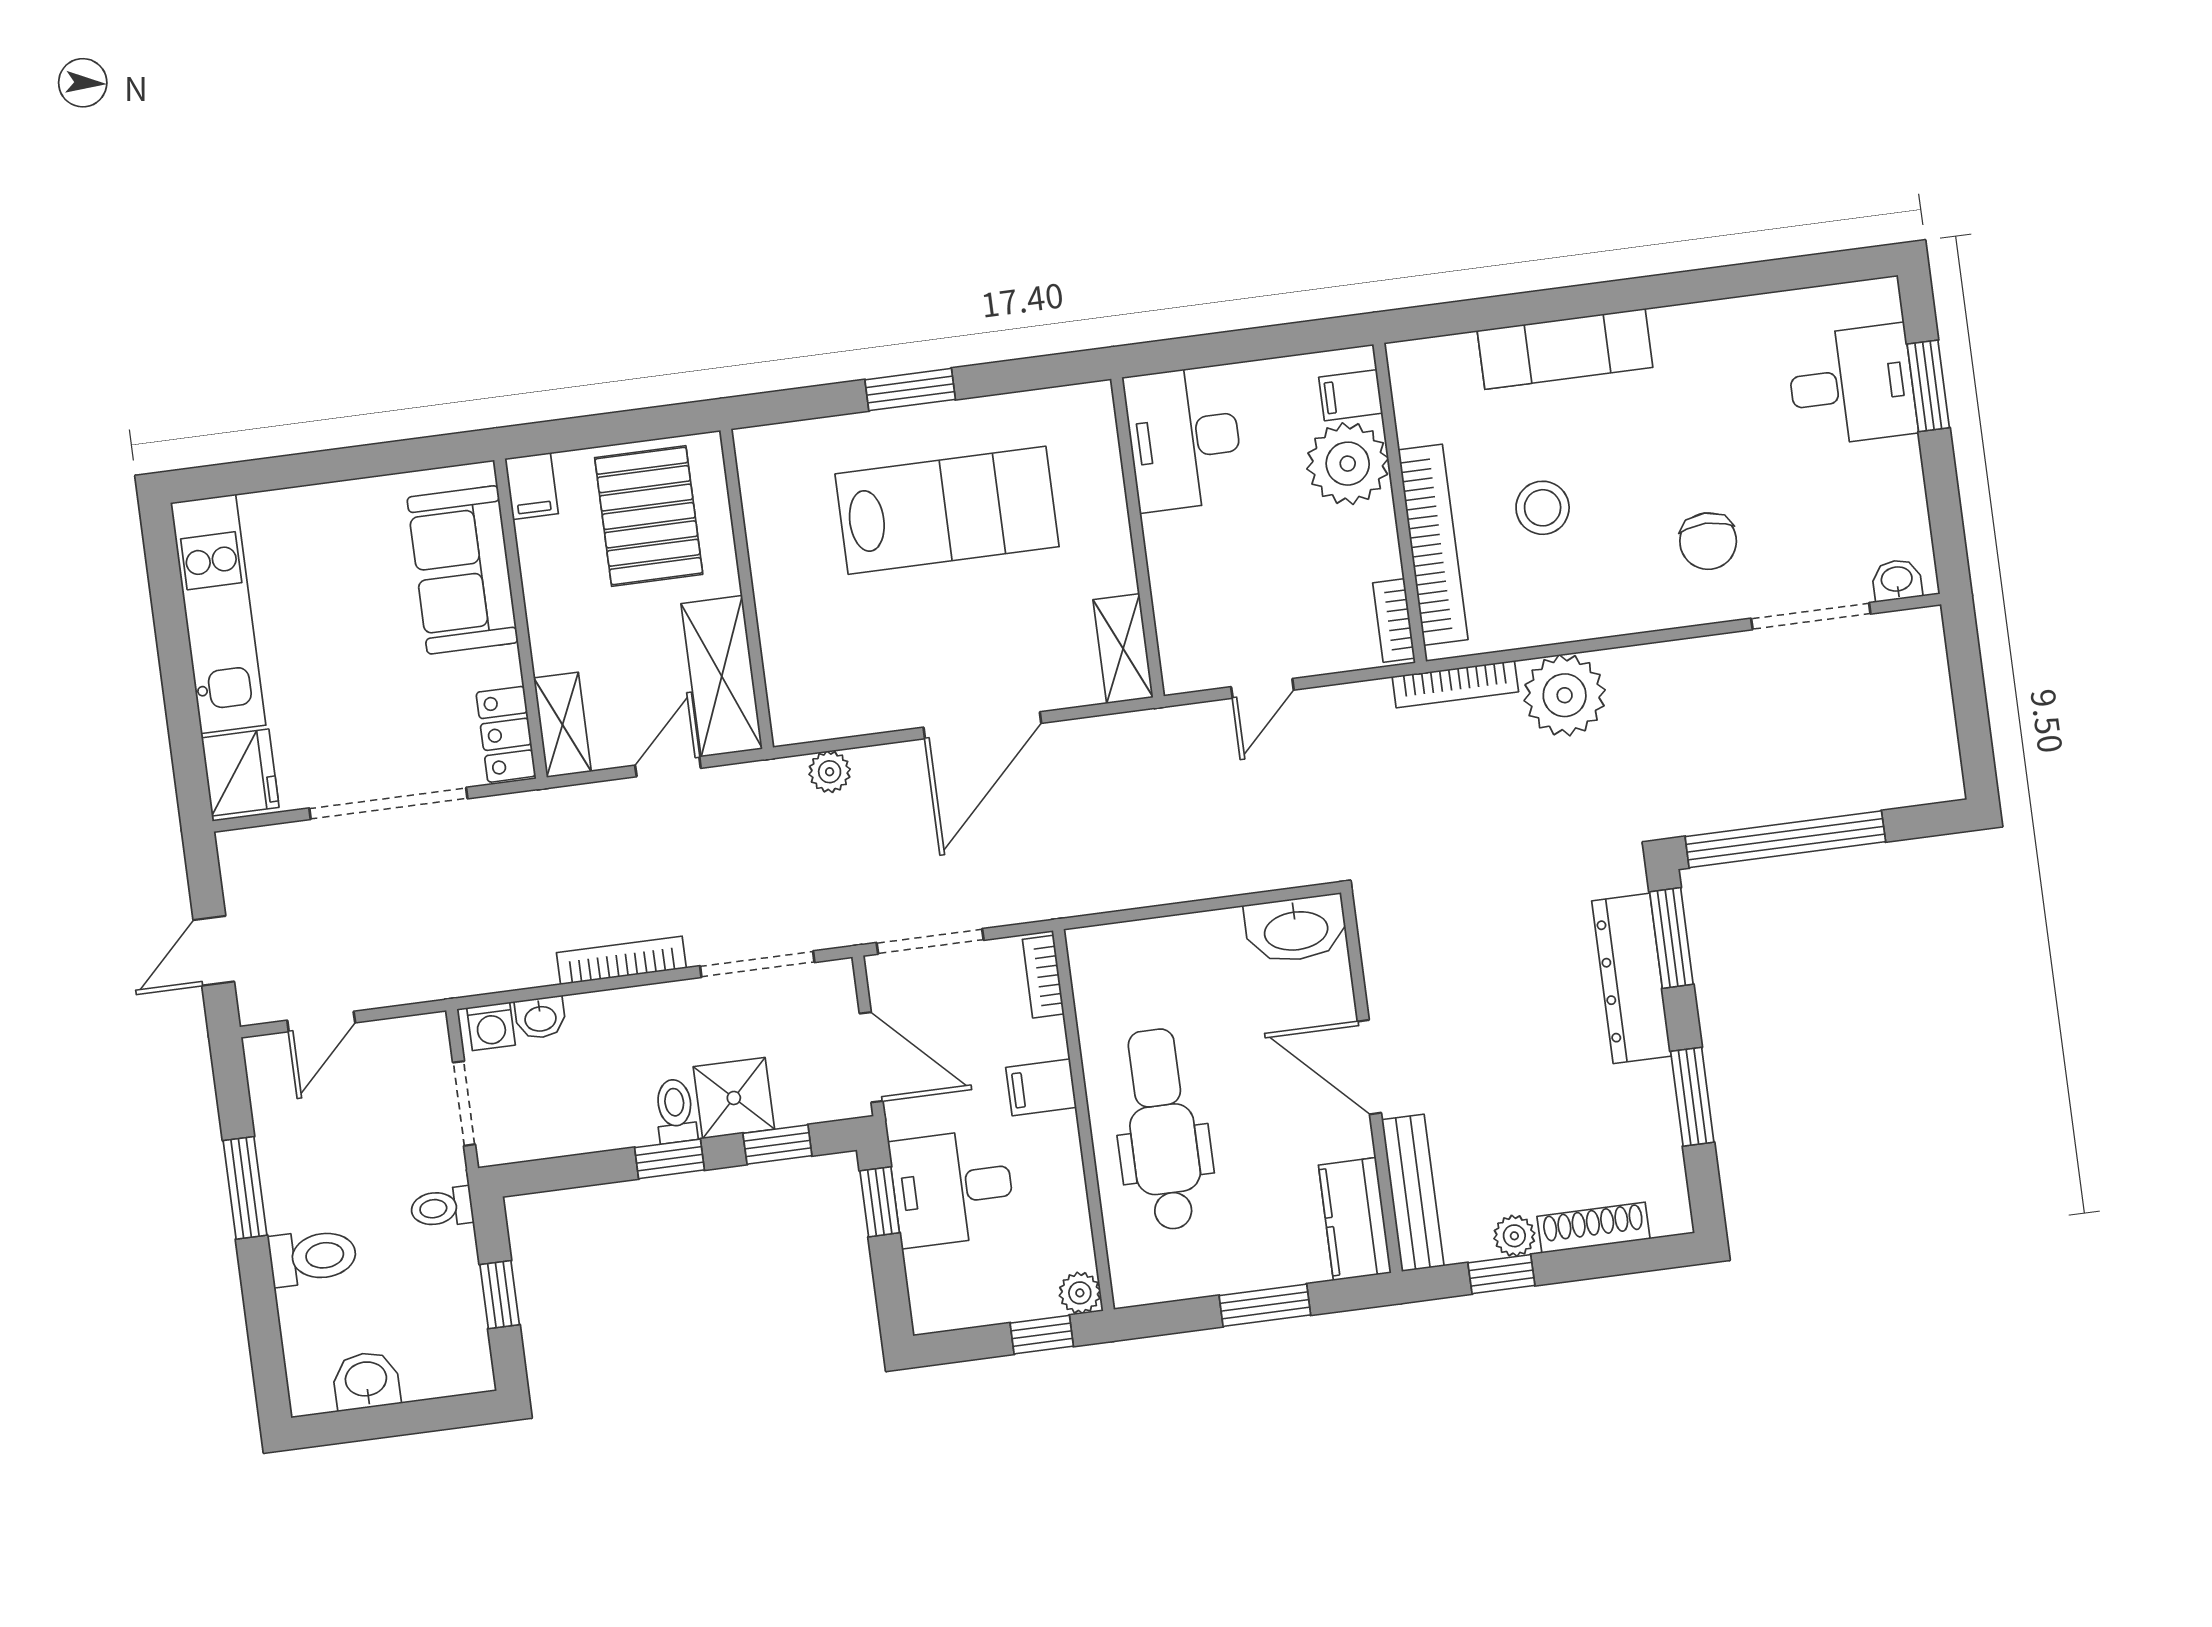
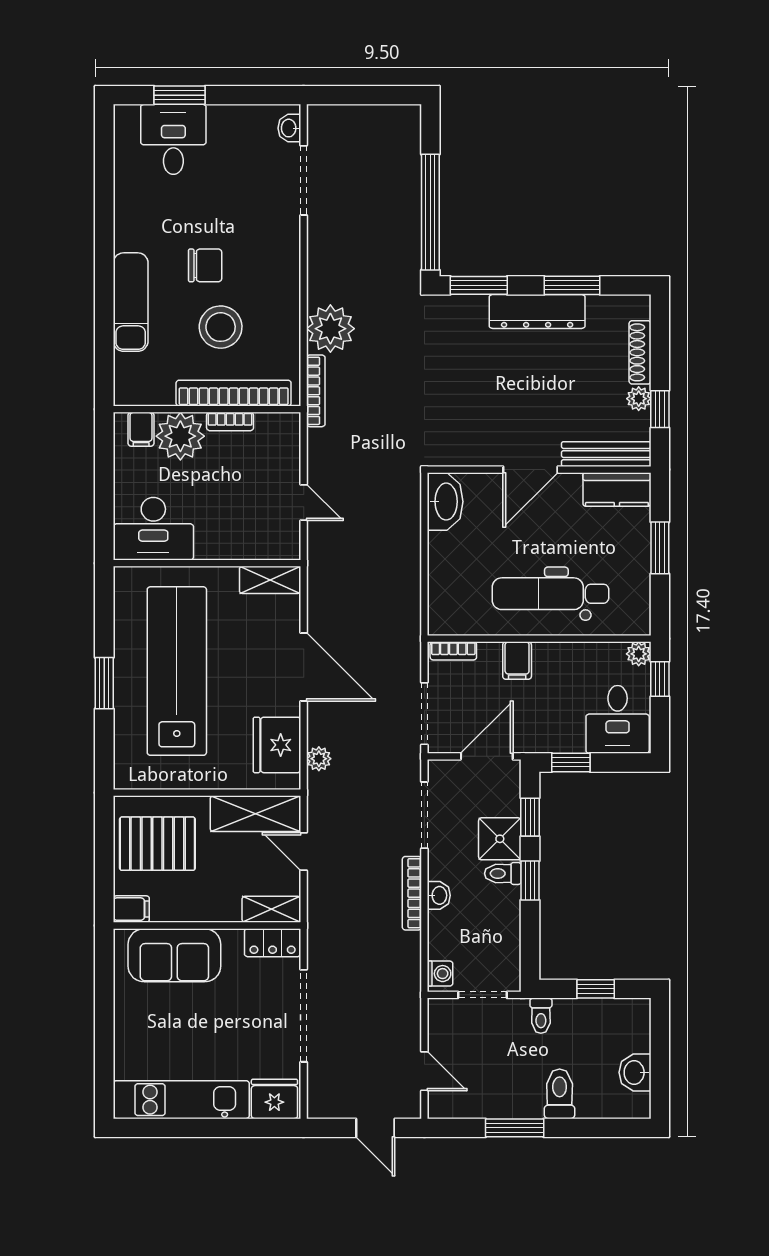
stool: (1543, 508) -> (221, 327), width x1.38, depth x1.38
lab bench: (947, 510) -> (177, 671), width x1.36
chair: (1708, 541) -> (205, 265), moved
bookcase: (1394, 620) -> (230, 422), moved
fridge: (844, 697) -> (277, 745), added
dresser: (1632, 978) -> (537, 311), moved
washbasin: (540, 1018) -> (439, 895), moved
desk: (952, 1188) -> (618, 719), moved

